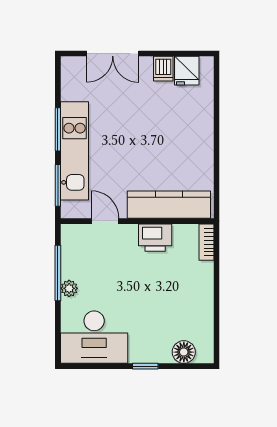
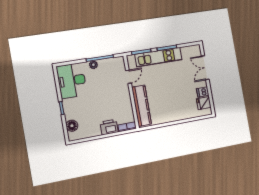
printer: (155, 238) -> (109, 127), moved, turned 90

